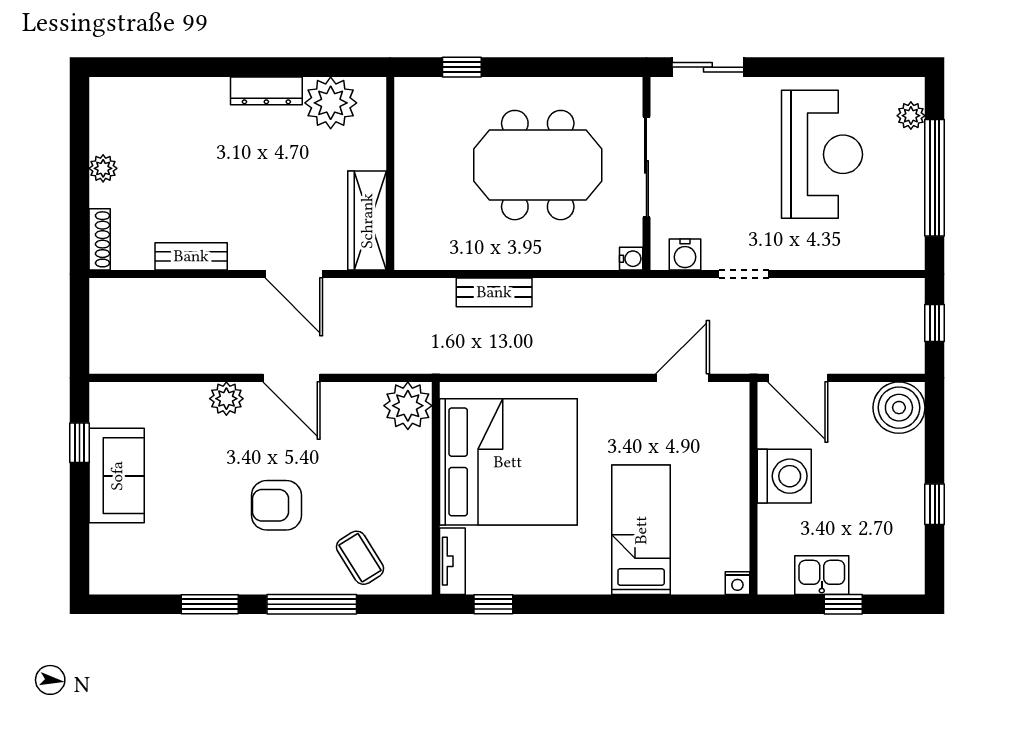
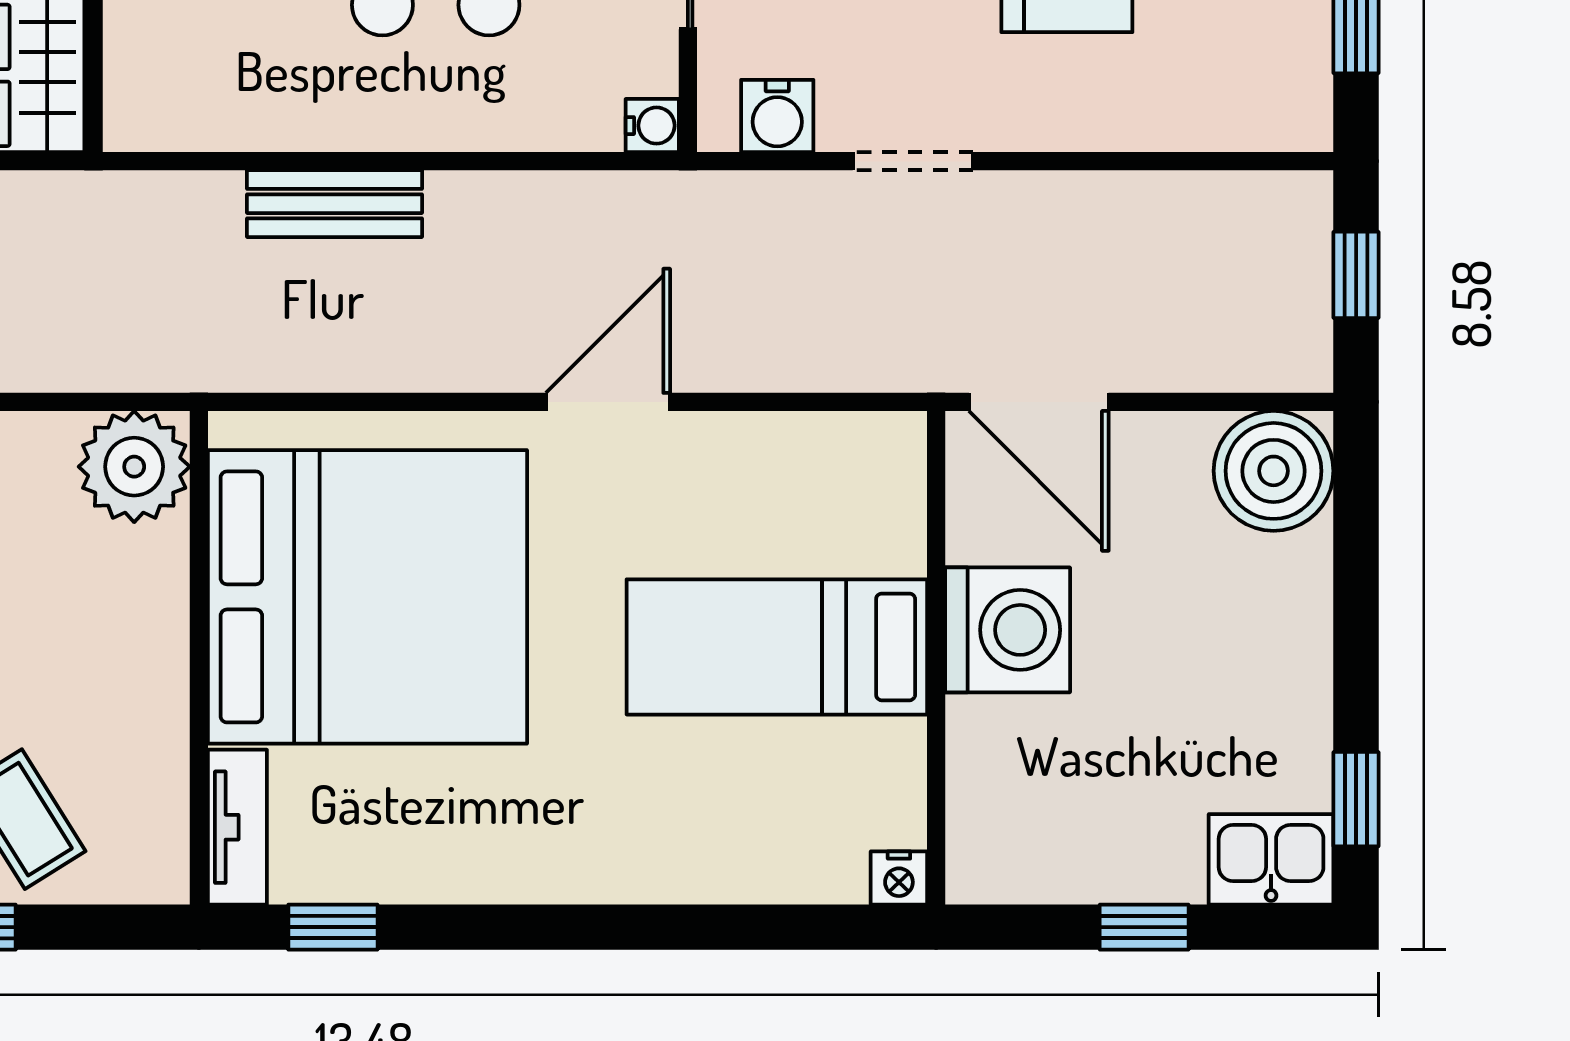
door: (682, 378) -> (608, 402), moved
window: (935, 504) -> (1356, 799), moved
bed: (641, 530) -> (777, 647), moved, turned -90
kitchen sink: (822, 575) -> (1271, 859), moved

